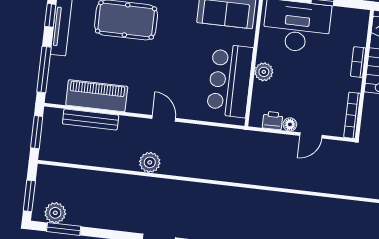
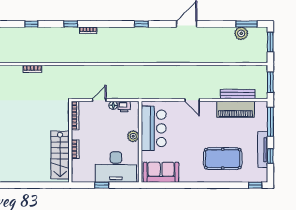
plant: (150, 162) -> (198, 72), removed
plant: (55, 213) -> (241, 33), moved

